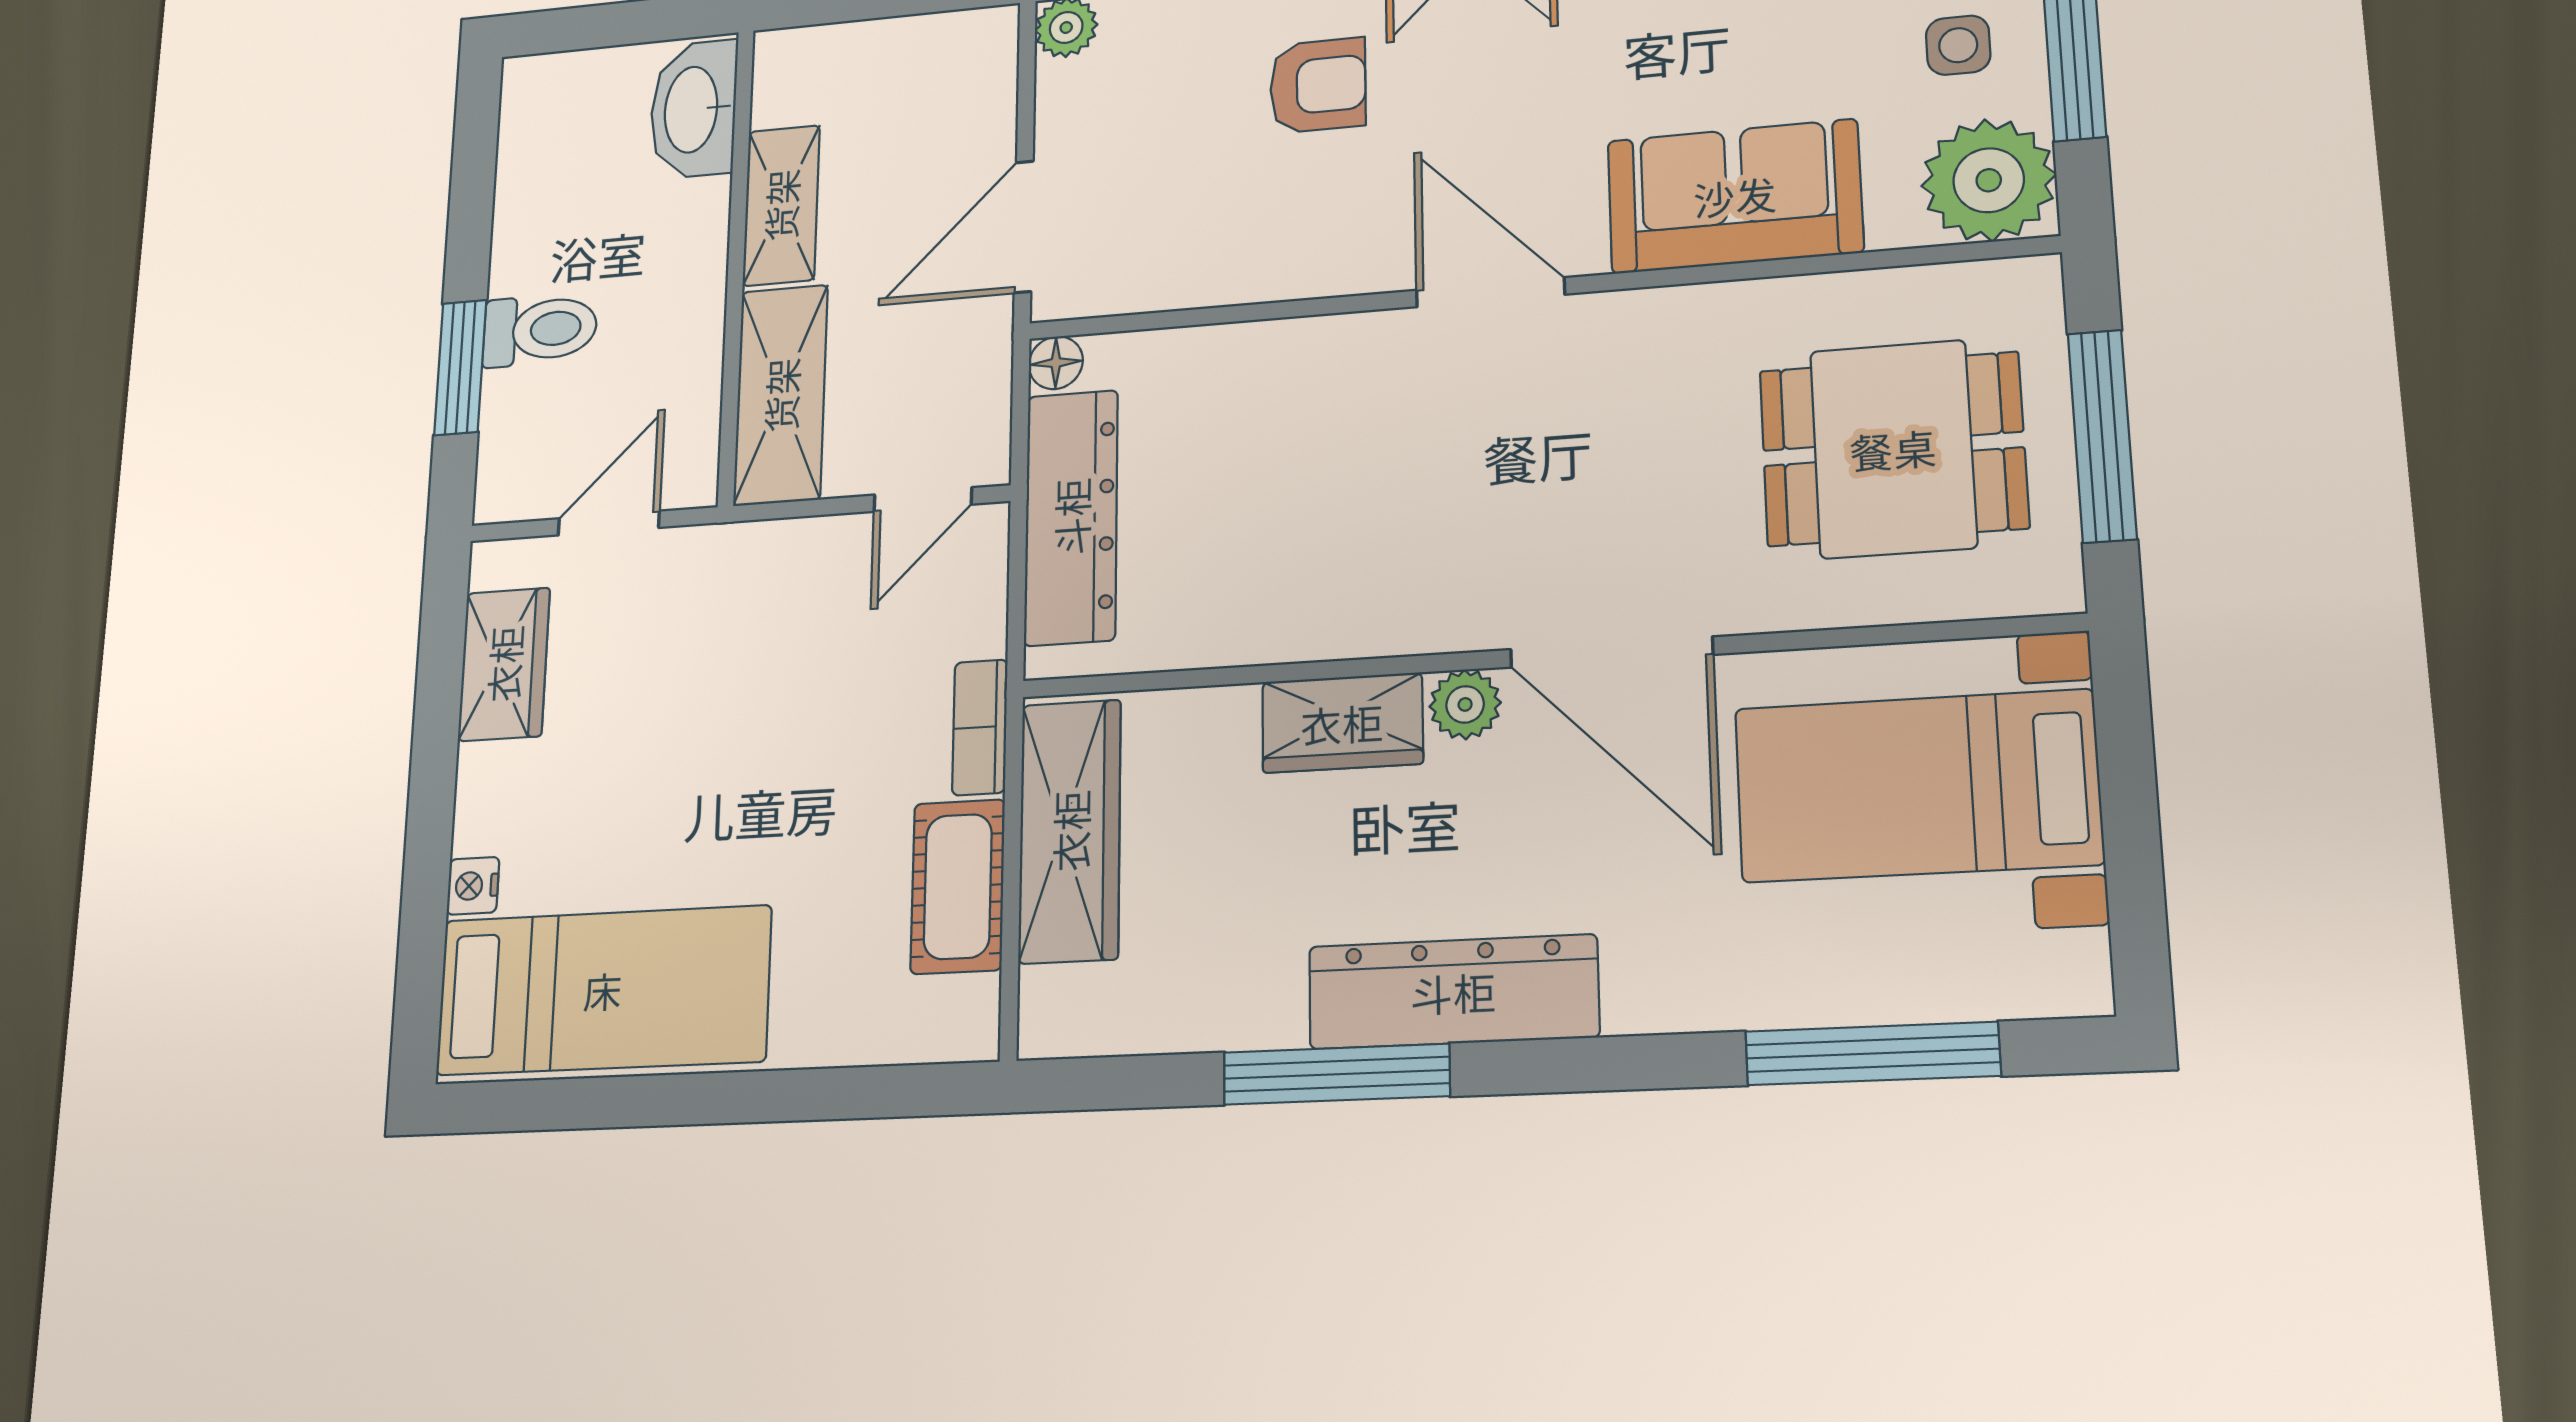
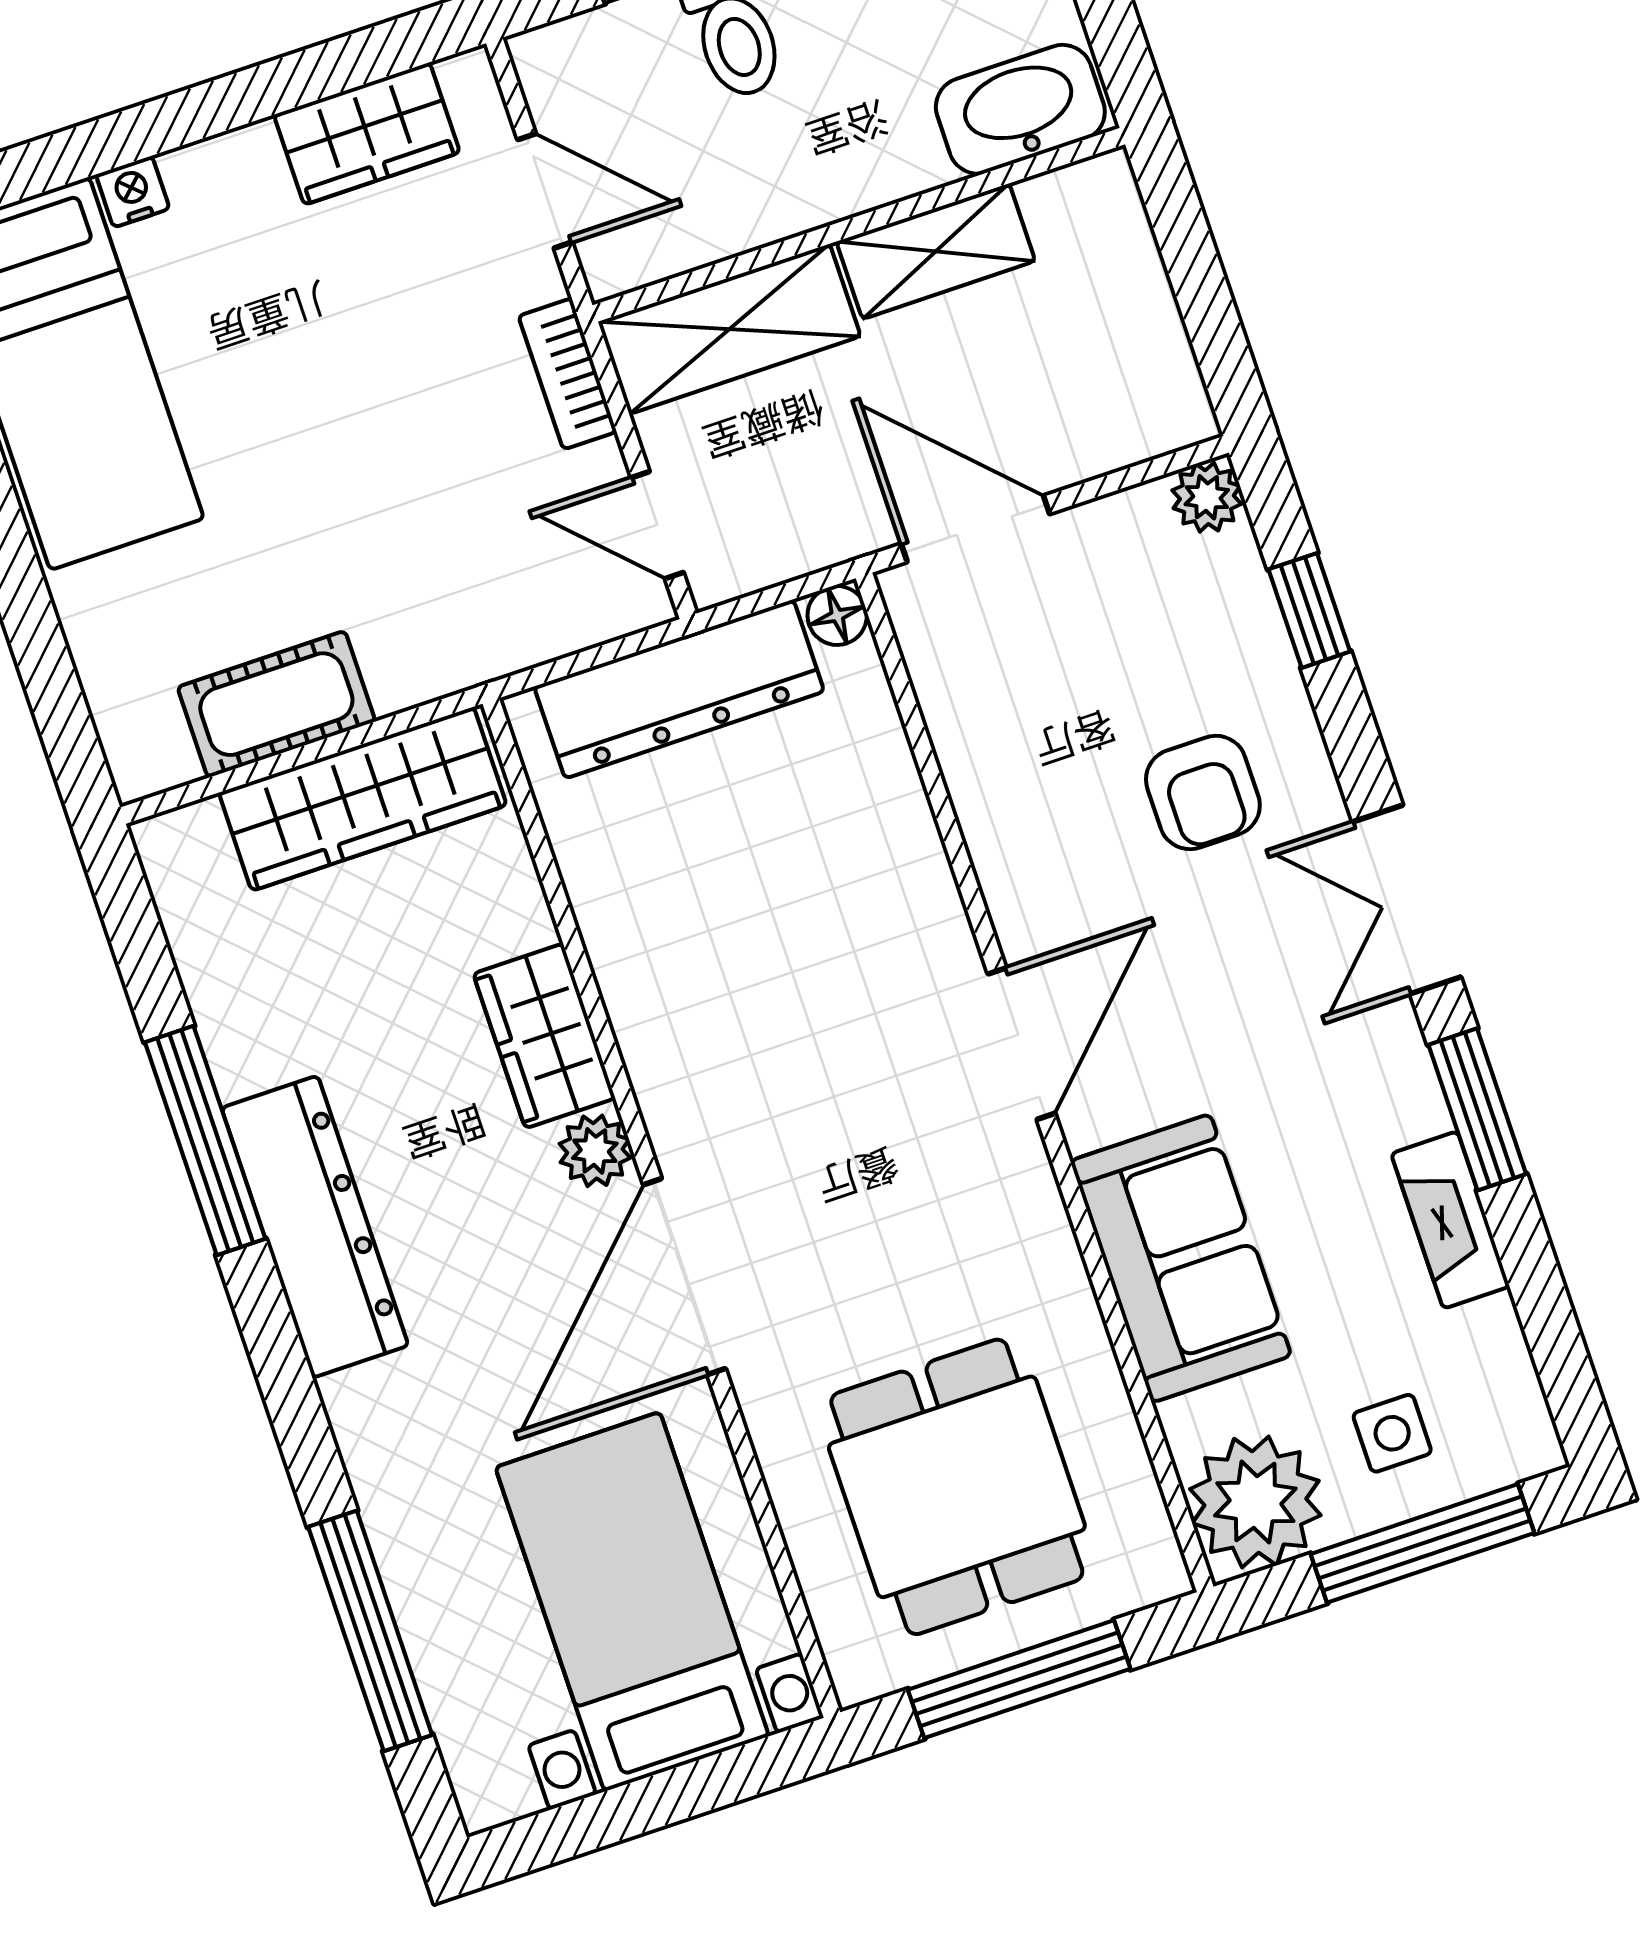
bookcase: (980, 727) -> (568, 374), moved, turned -90

